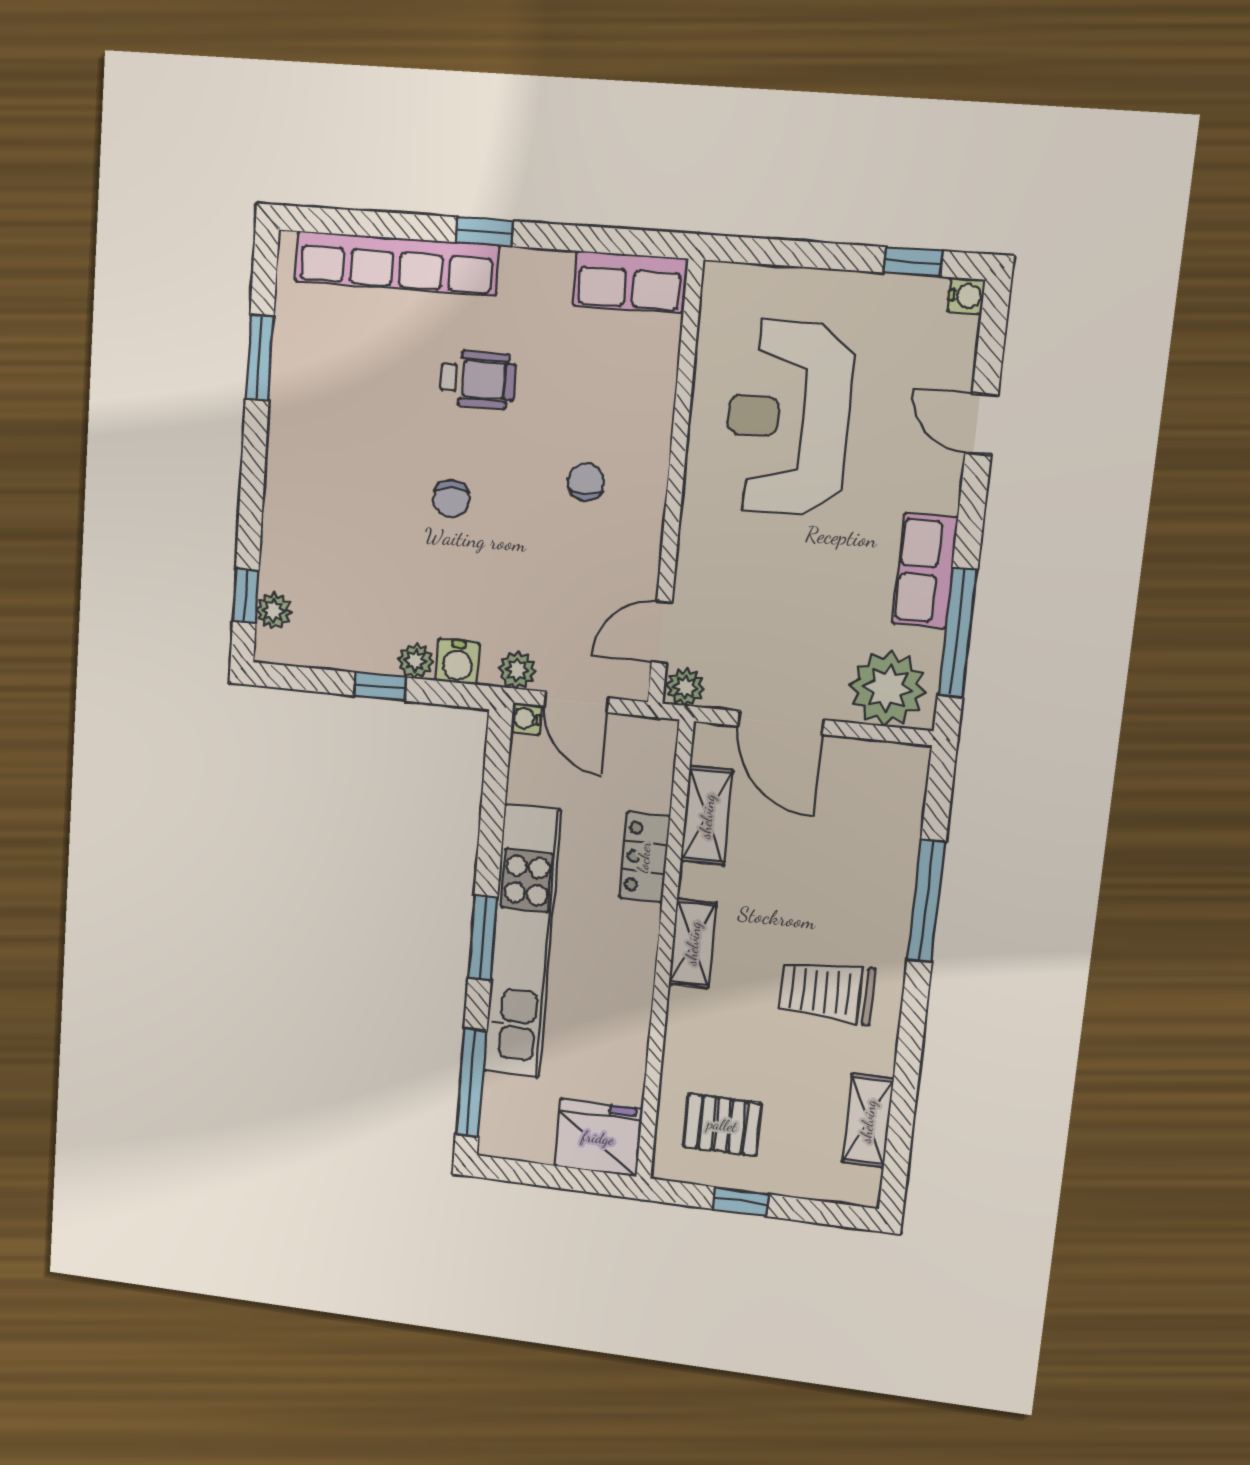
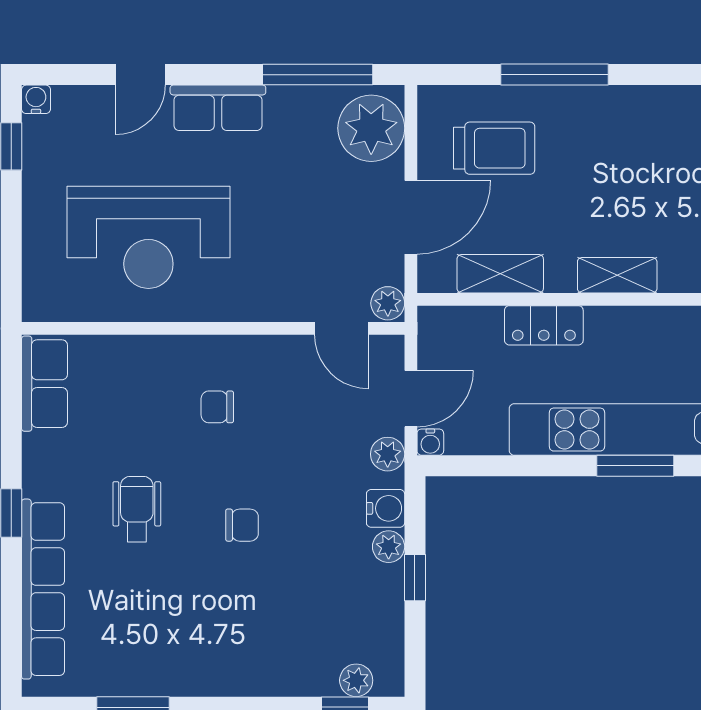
row of seats: (925, 571) -> (218, 108), moved
trolley: (827, 992) -> (494, 148), moved, turned -90

